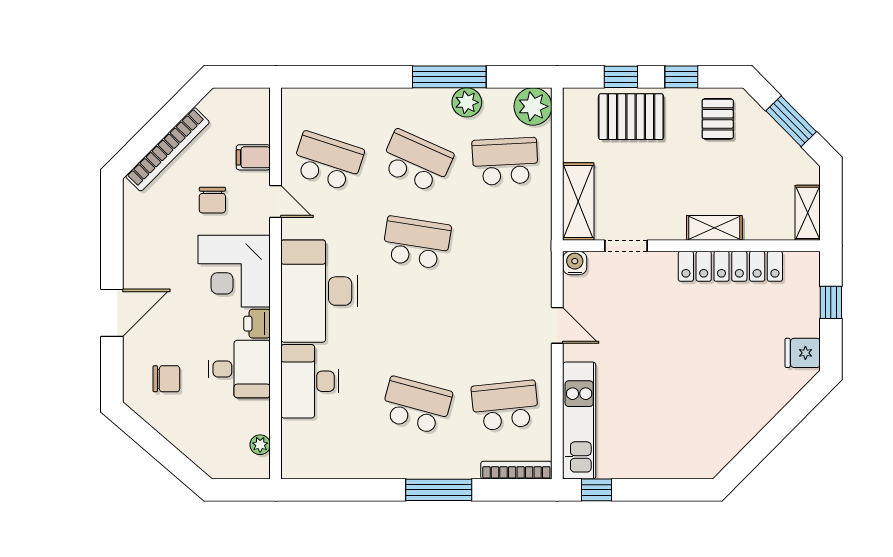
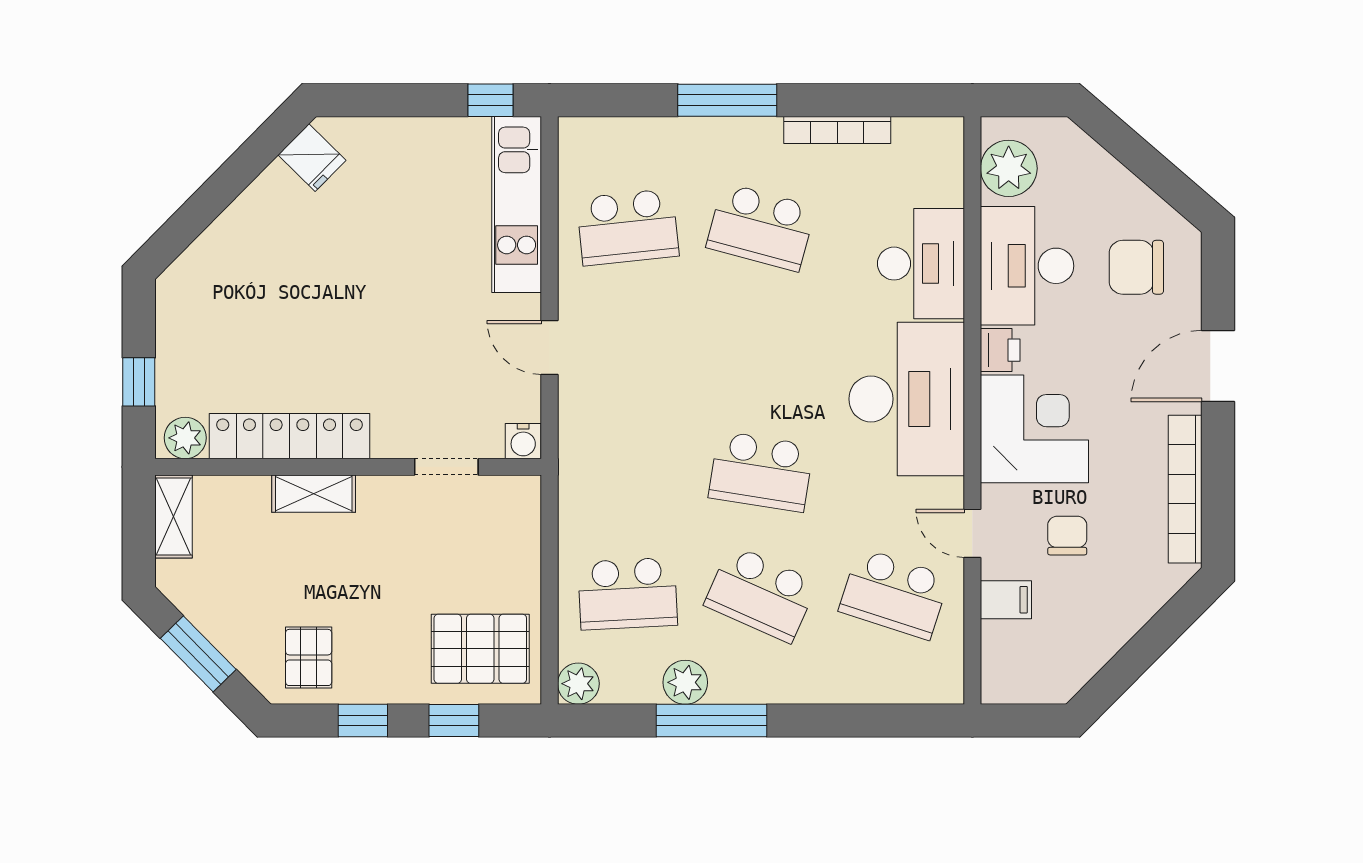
plant: (533, 106) -> (578, 684), width x0.73, depth x0.73
pallet: (631, 117) -> (480, 649), moved
bookcase: (167, 149) -> (1185, 489), moved, turned -45
shelving: (578, 201) -> (518, 533), removed
plant: (800, 265) -> (185, 438), added
fridge: (803, 353) -> (312, 158), moved, turned 45
desk: (239, 369) -> (1027, 266), width x1.37
chair: (166, 379) -> (1136, 267), width x1.37, depth x1.37
plant: (260, 445) -> (1009, 168), width x1.87, depth x1.87
bookcase: (516, 470) -> (837, 130), moved

